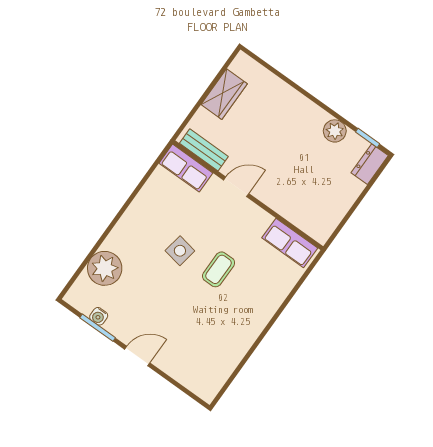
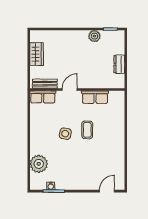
dresser: (370, 164) -> (119, 64), moved
row of seats: (290, 243) -> (95, 97), moved
door: (137, 356) -> (107, 191), moved

